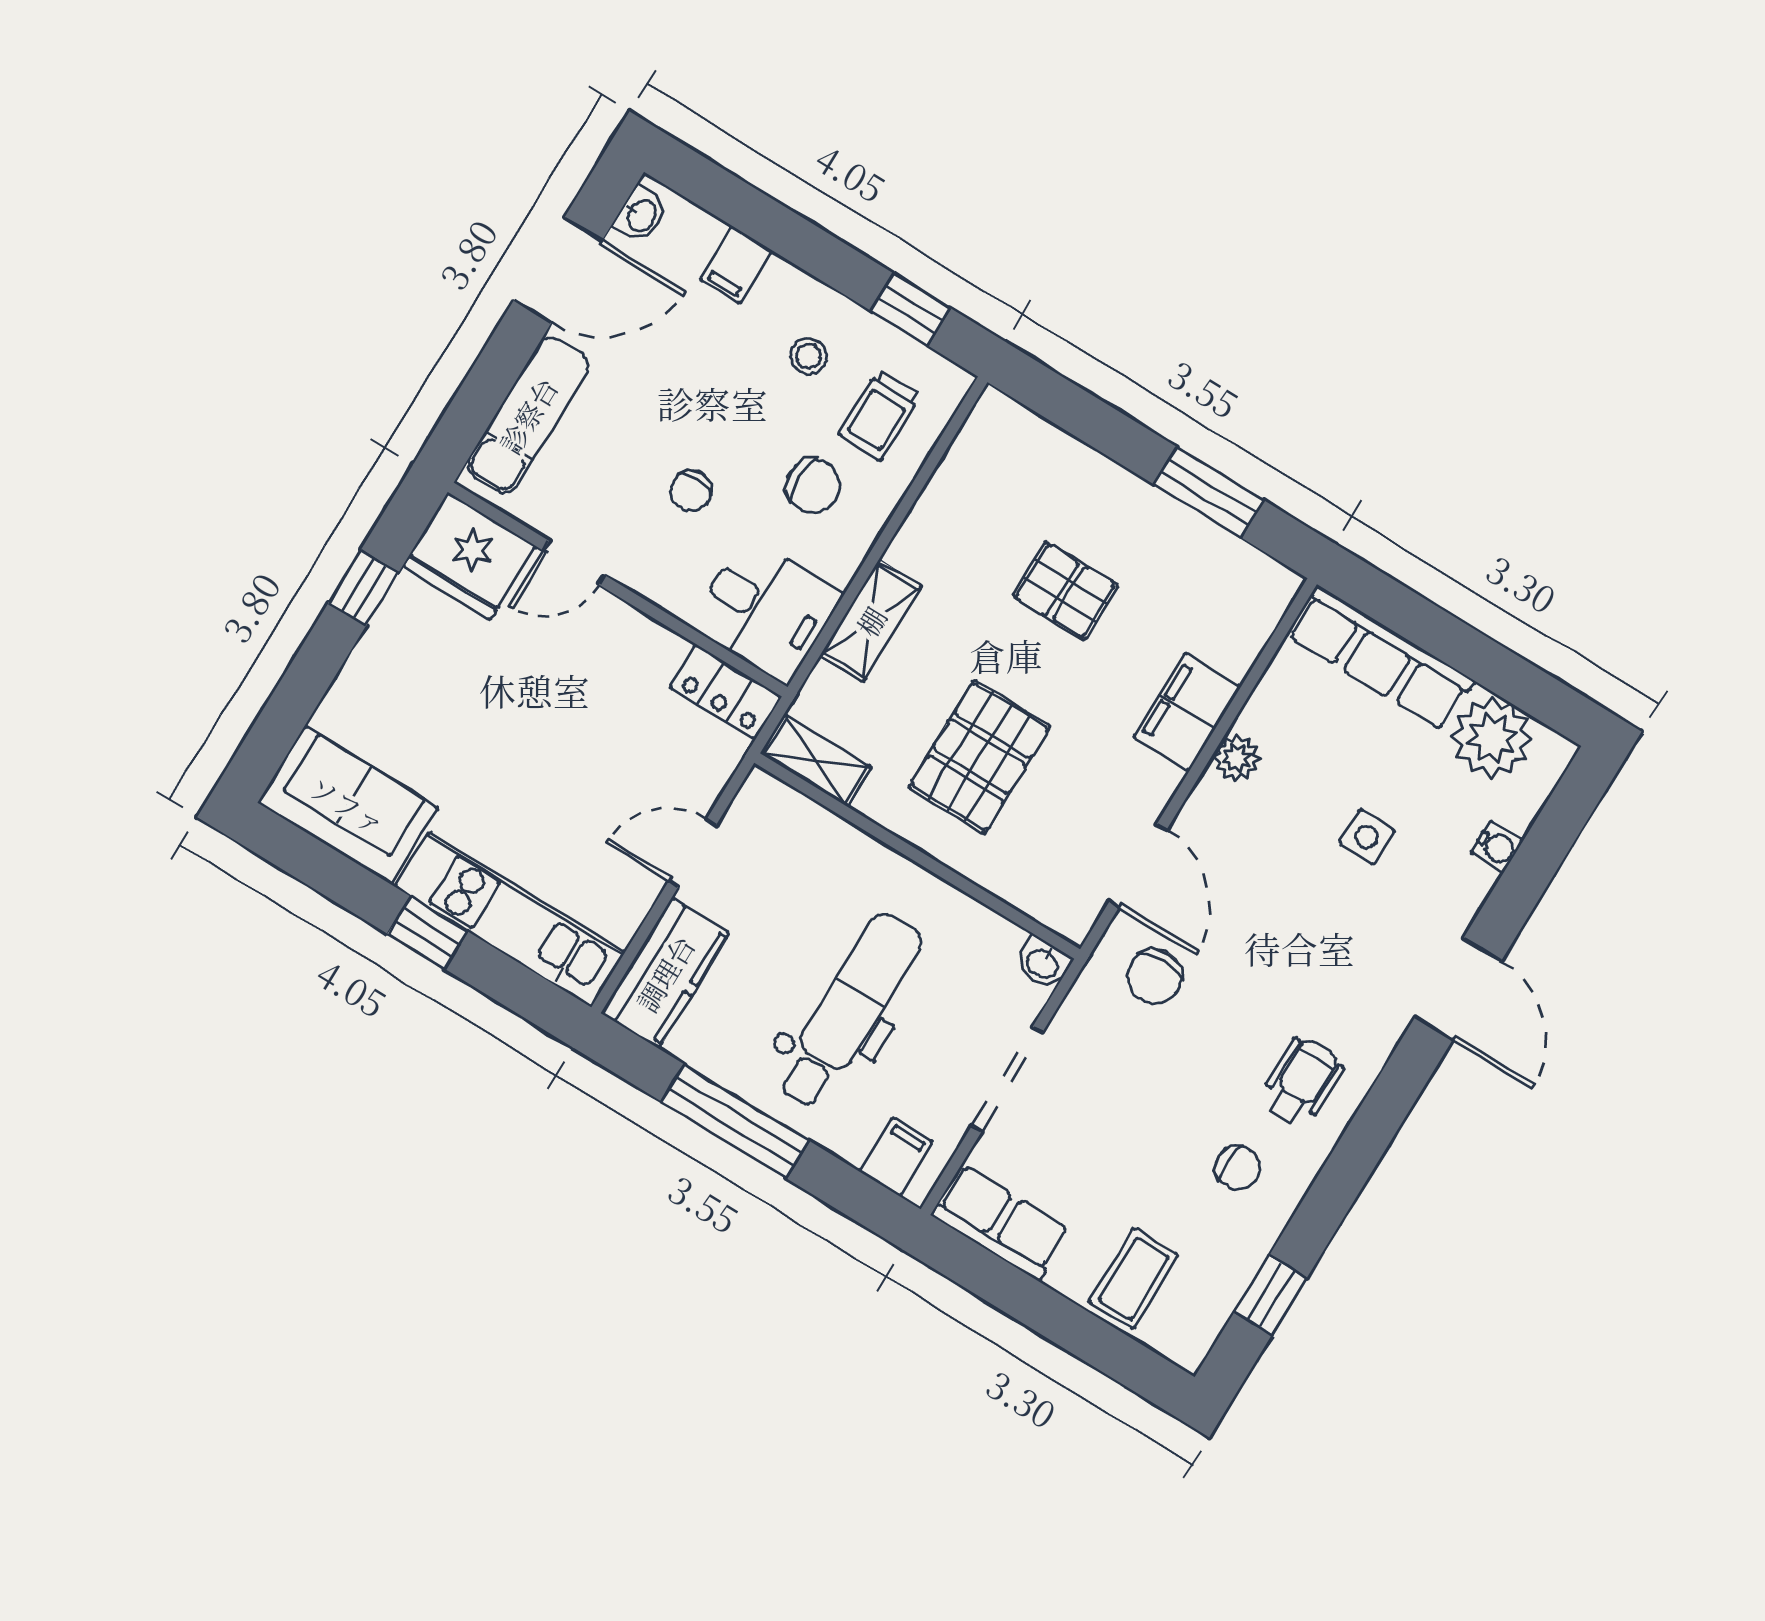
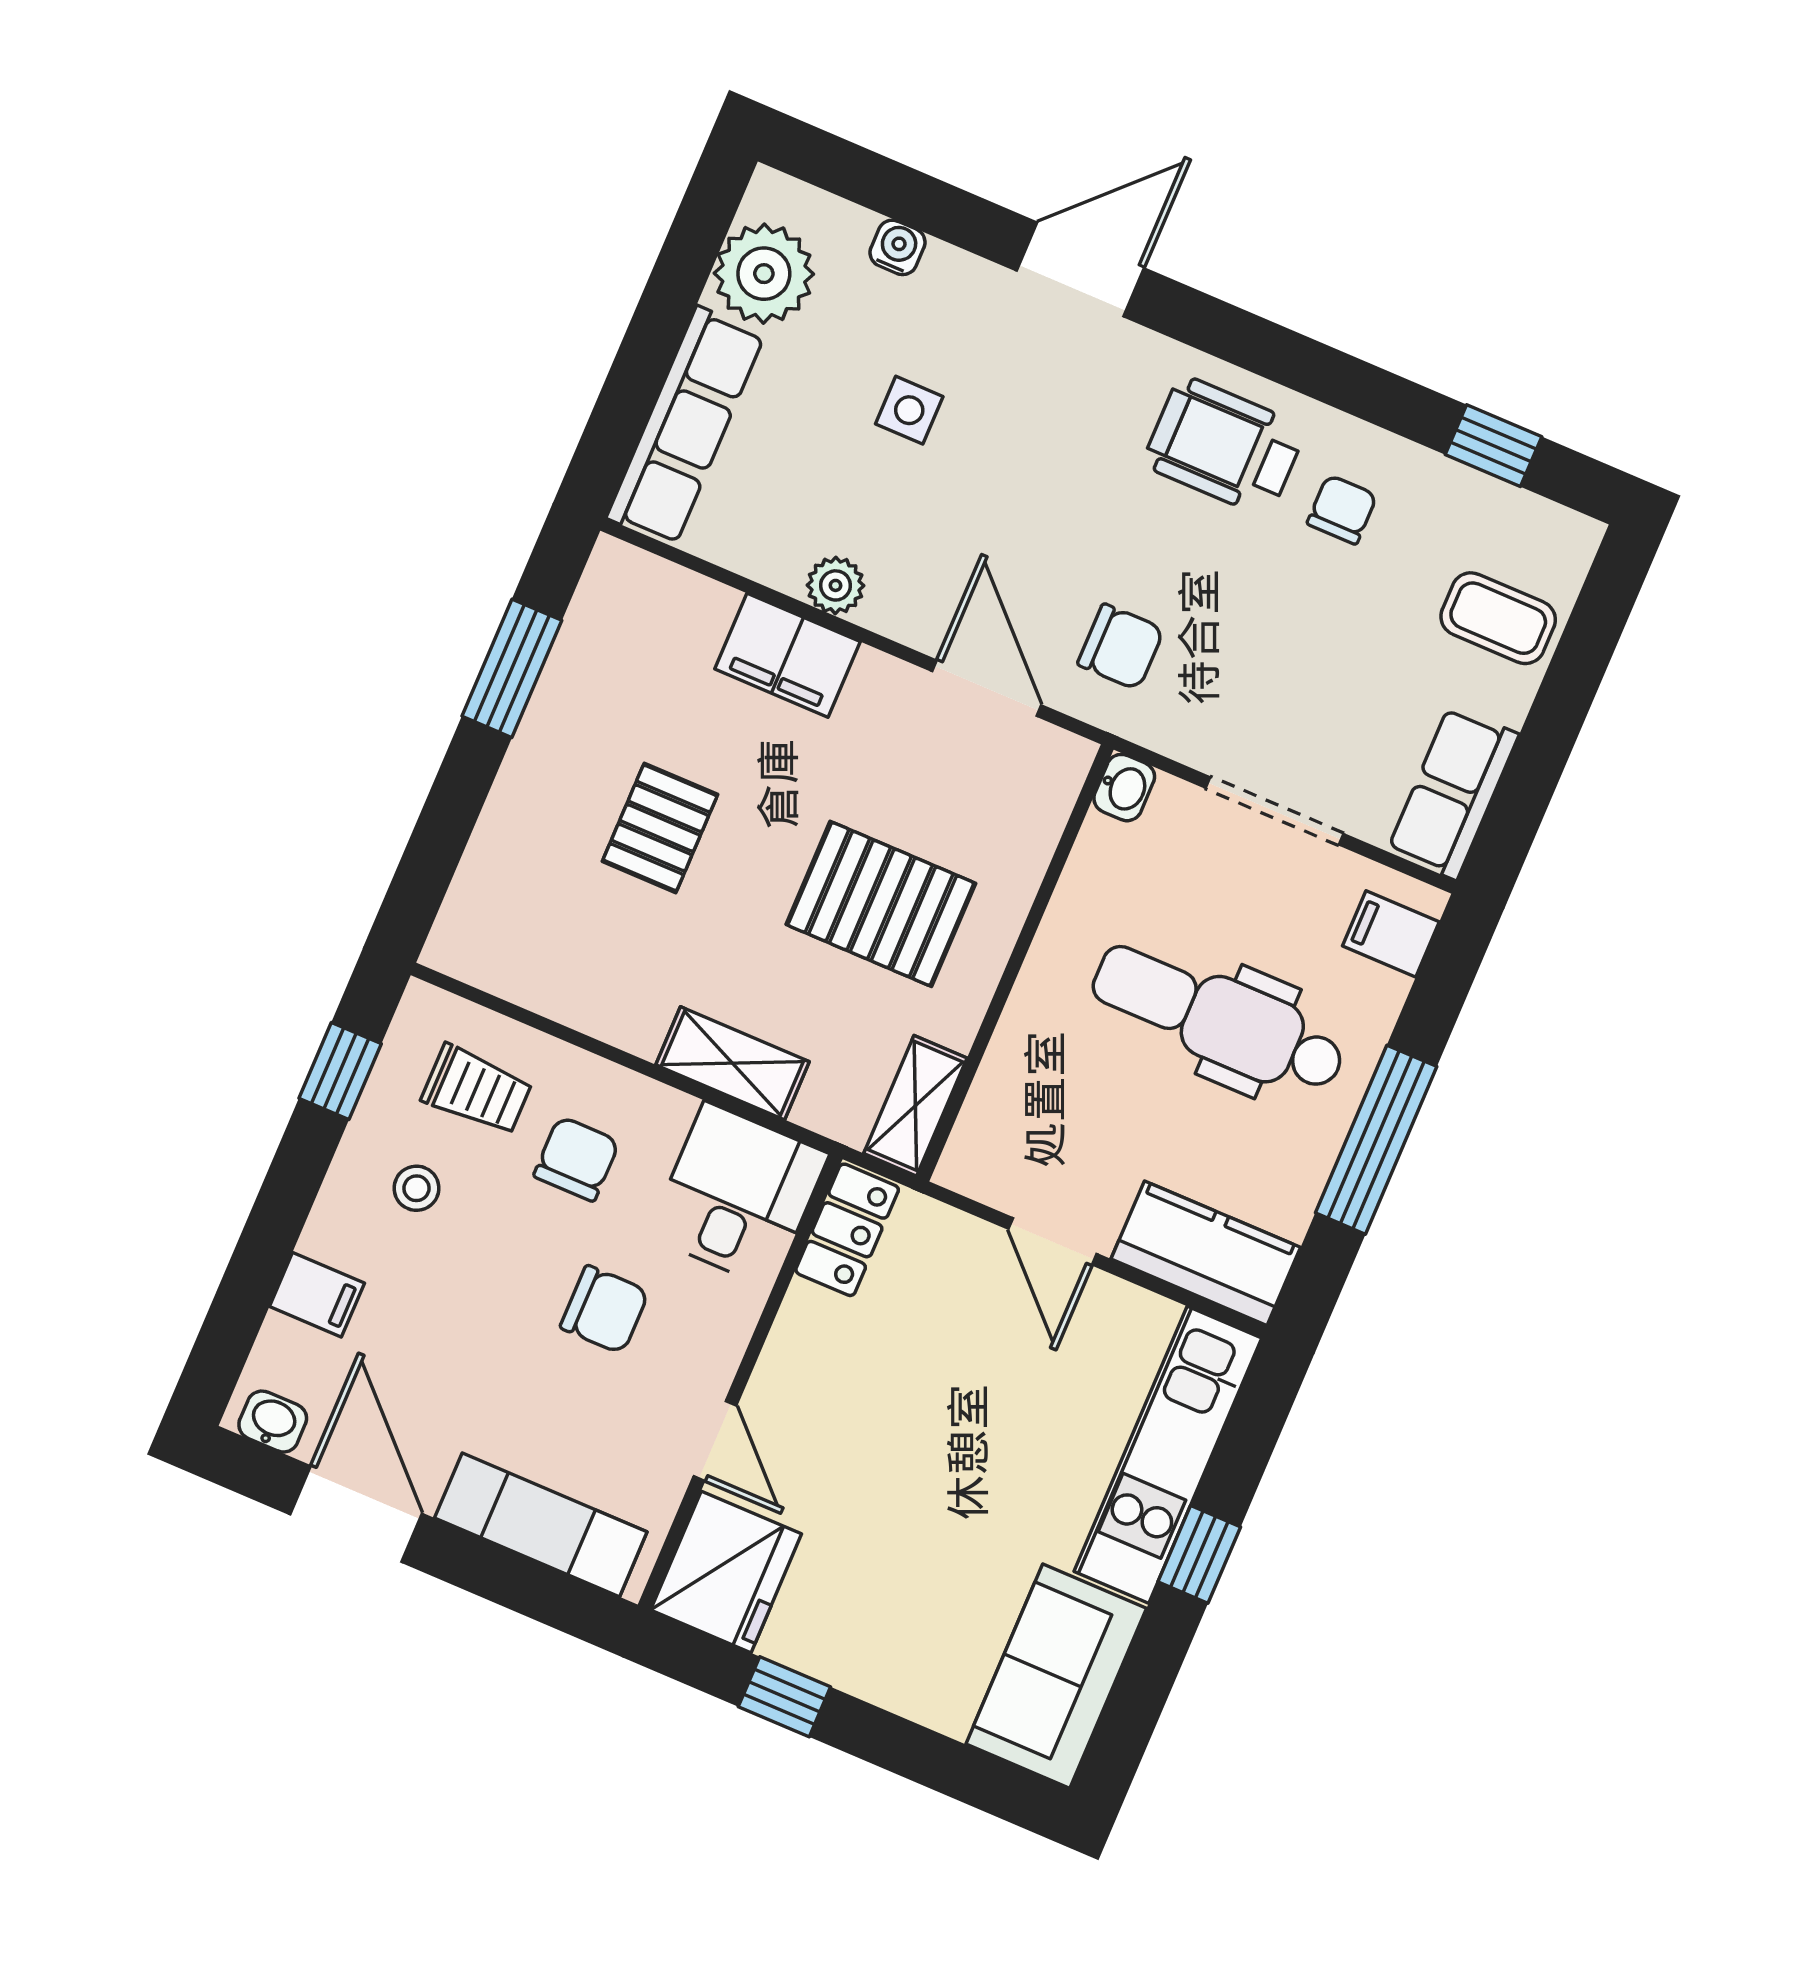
chair: (691, 491) -> (605, 1309), width x1.37, depth x1.37
door: (1138, 866) -> (987, 688), hinge flipped
wheelchair: (1302, 1082) -> (1224, 446), width x1.36, depth x1.37

